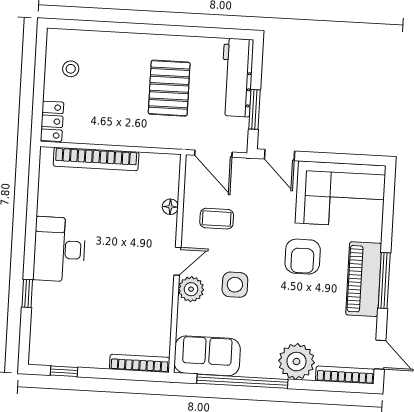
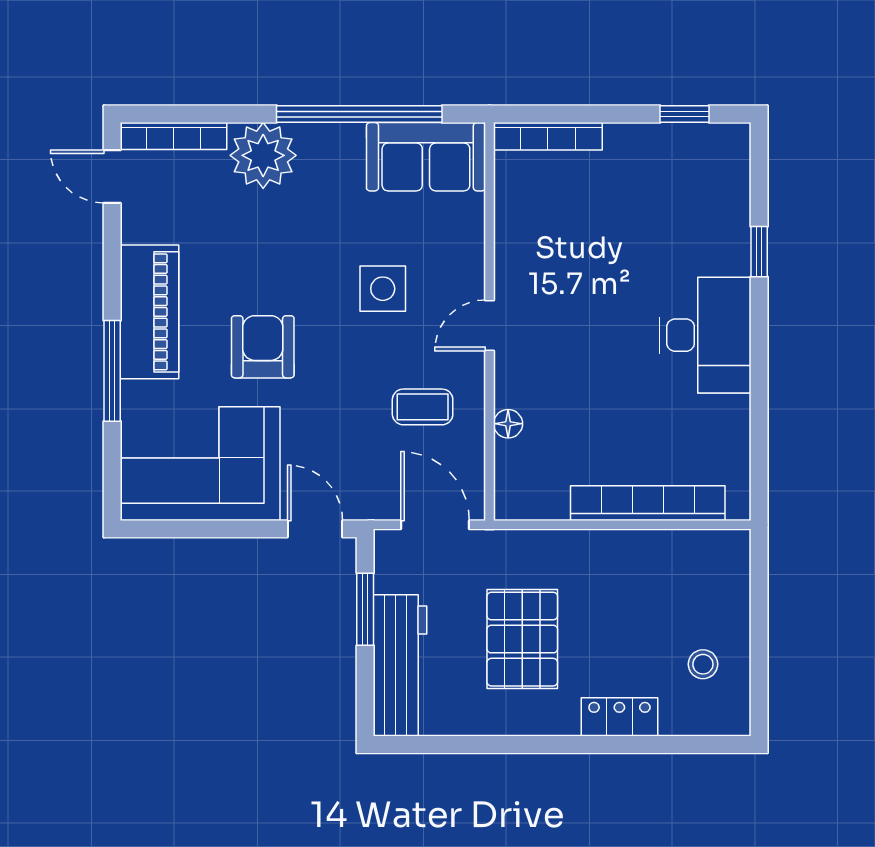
locker: (52, 121) -> (619, 717), moved, turned 90
window: (384, 281) -> (112, 371), moved
plant: (191, 289) -> (462, 276), removed

